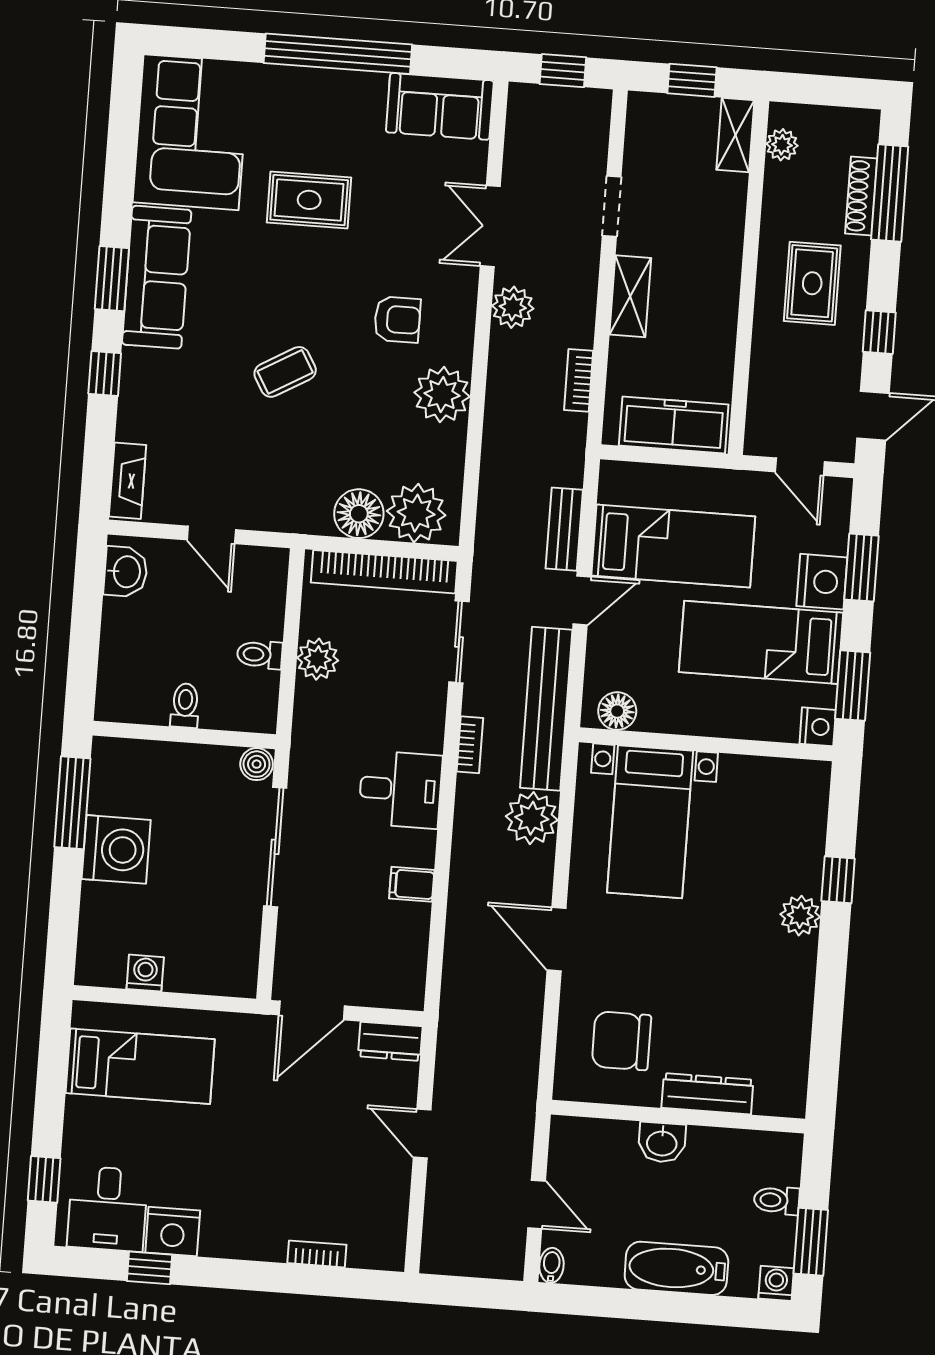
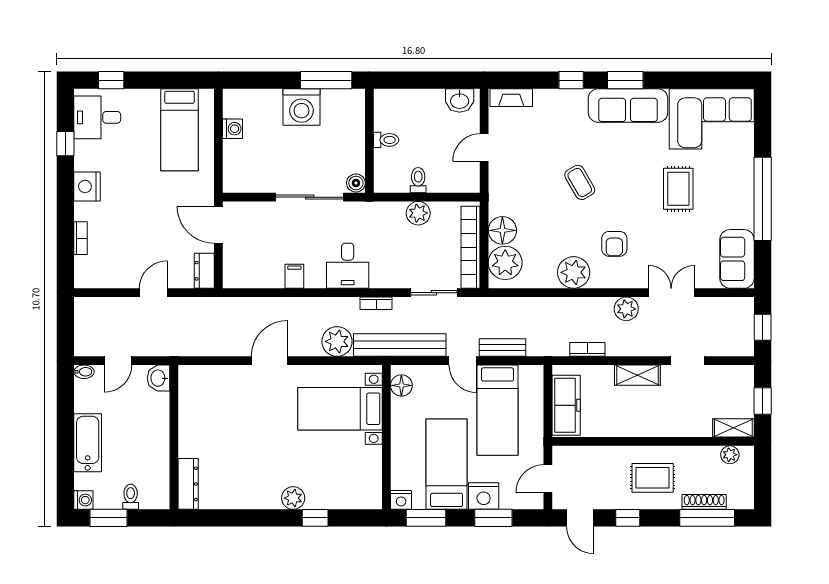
chair: (621, 1041) -> (214, 402), removed
dresser: (707, 1094) -> (188, 484), moved
washbasin: (662, 1142) -> (159, 378), moved
nightstand: (173, 1231) -> (87, 186), moved

